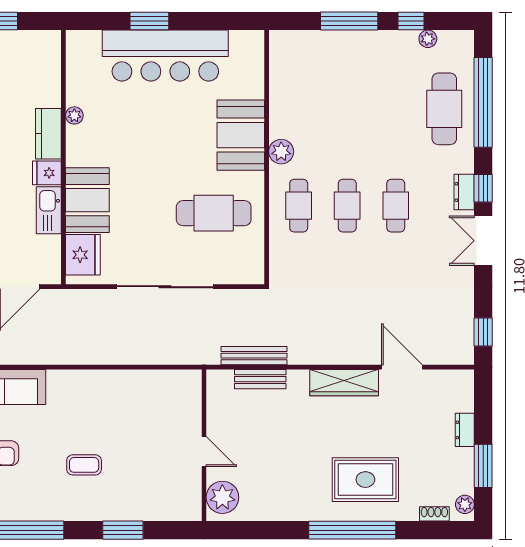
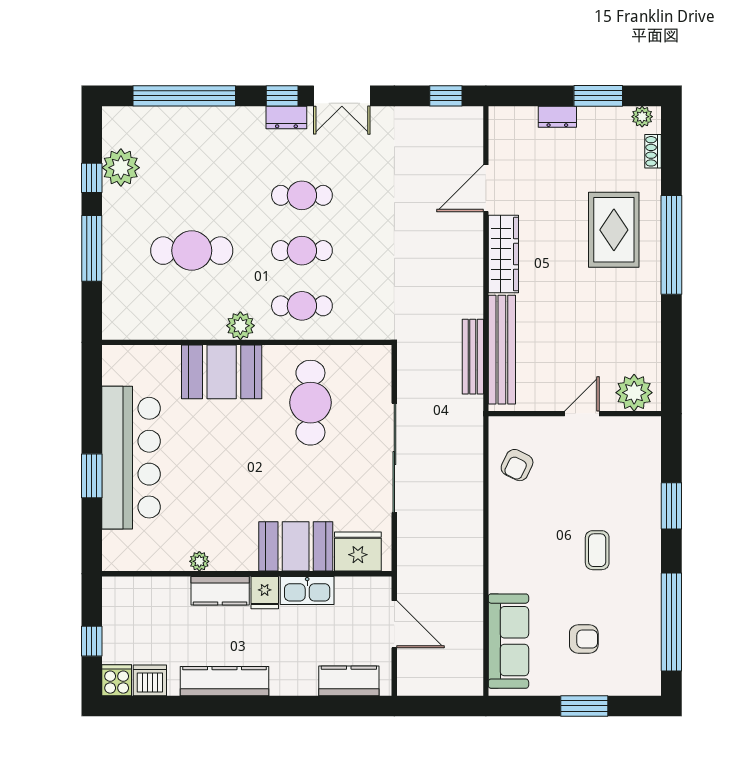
plant: (428, 39) -> (121, 168), width x1.88, depth x1.88
cafe table: (444, 109) -> (192, 251), moved
bench: (260, 379) -> (502, 350), width x1.86, depth x1.21
armchair: (159, 395) -> (517, 465), added

